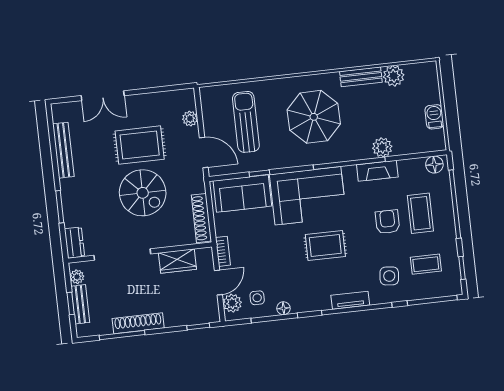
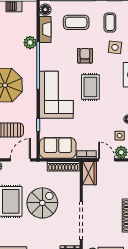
fireplace: (377, 171) -> (45, 29), moved
sofa: (242, 193) -> (58, 148), moved, turned -90
armchair: (388, 222) -> (85, 56), moved, turned 90
wardrobe: (177, 261) -> (90, 173), moved

